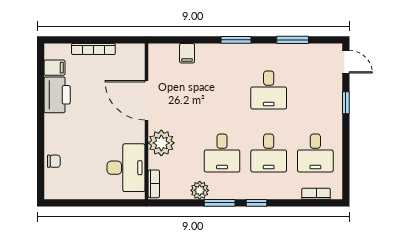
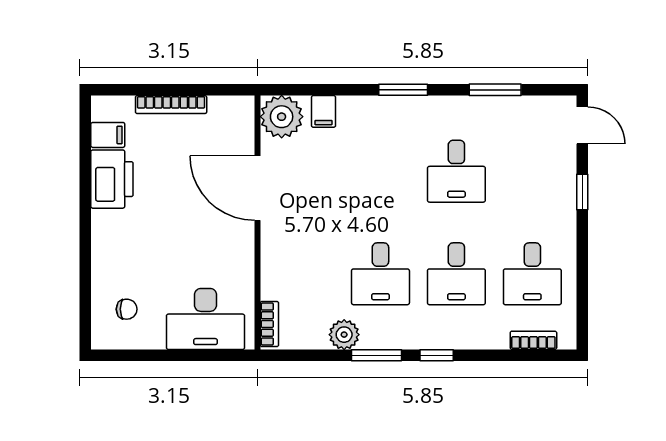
plant: (161, 143) -> (282, 117), moved
chair: (54, 161) -> (127, 309), moved
desk: (126, 168) -> (205, 319), moved, turned 90

